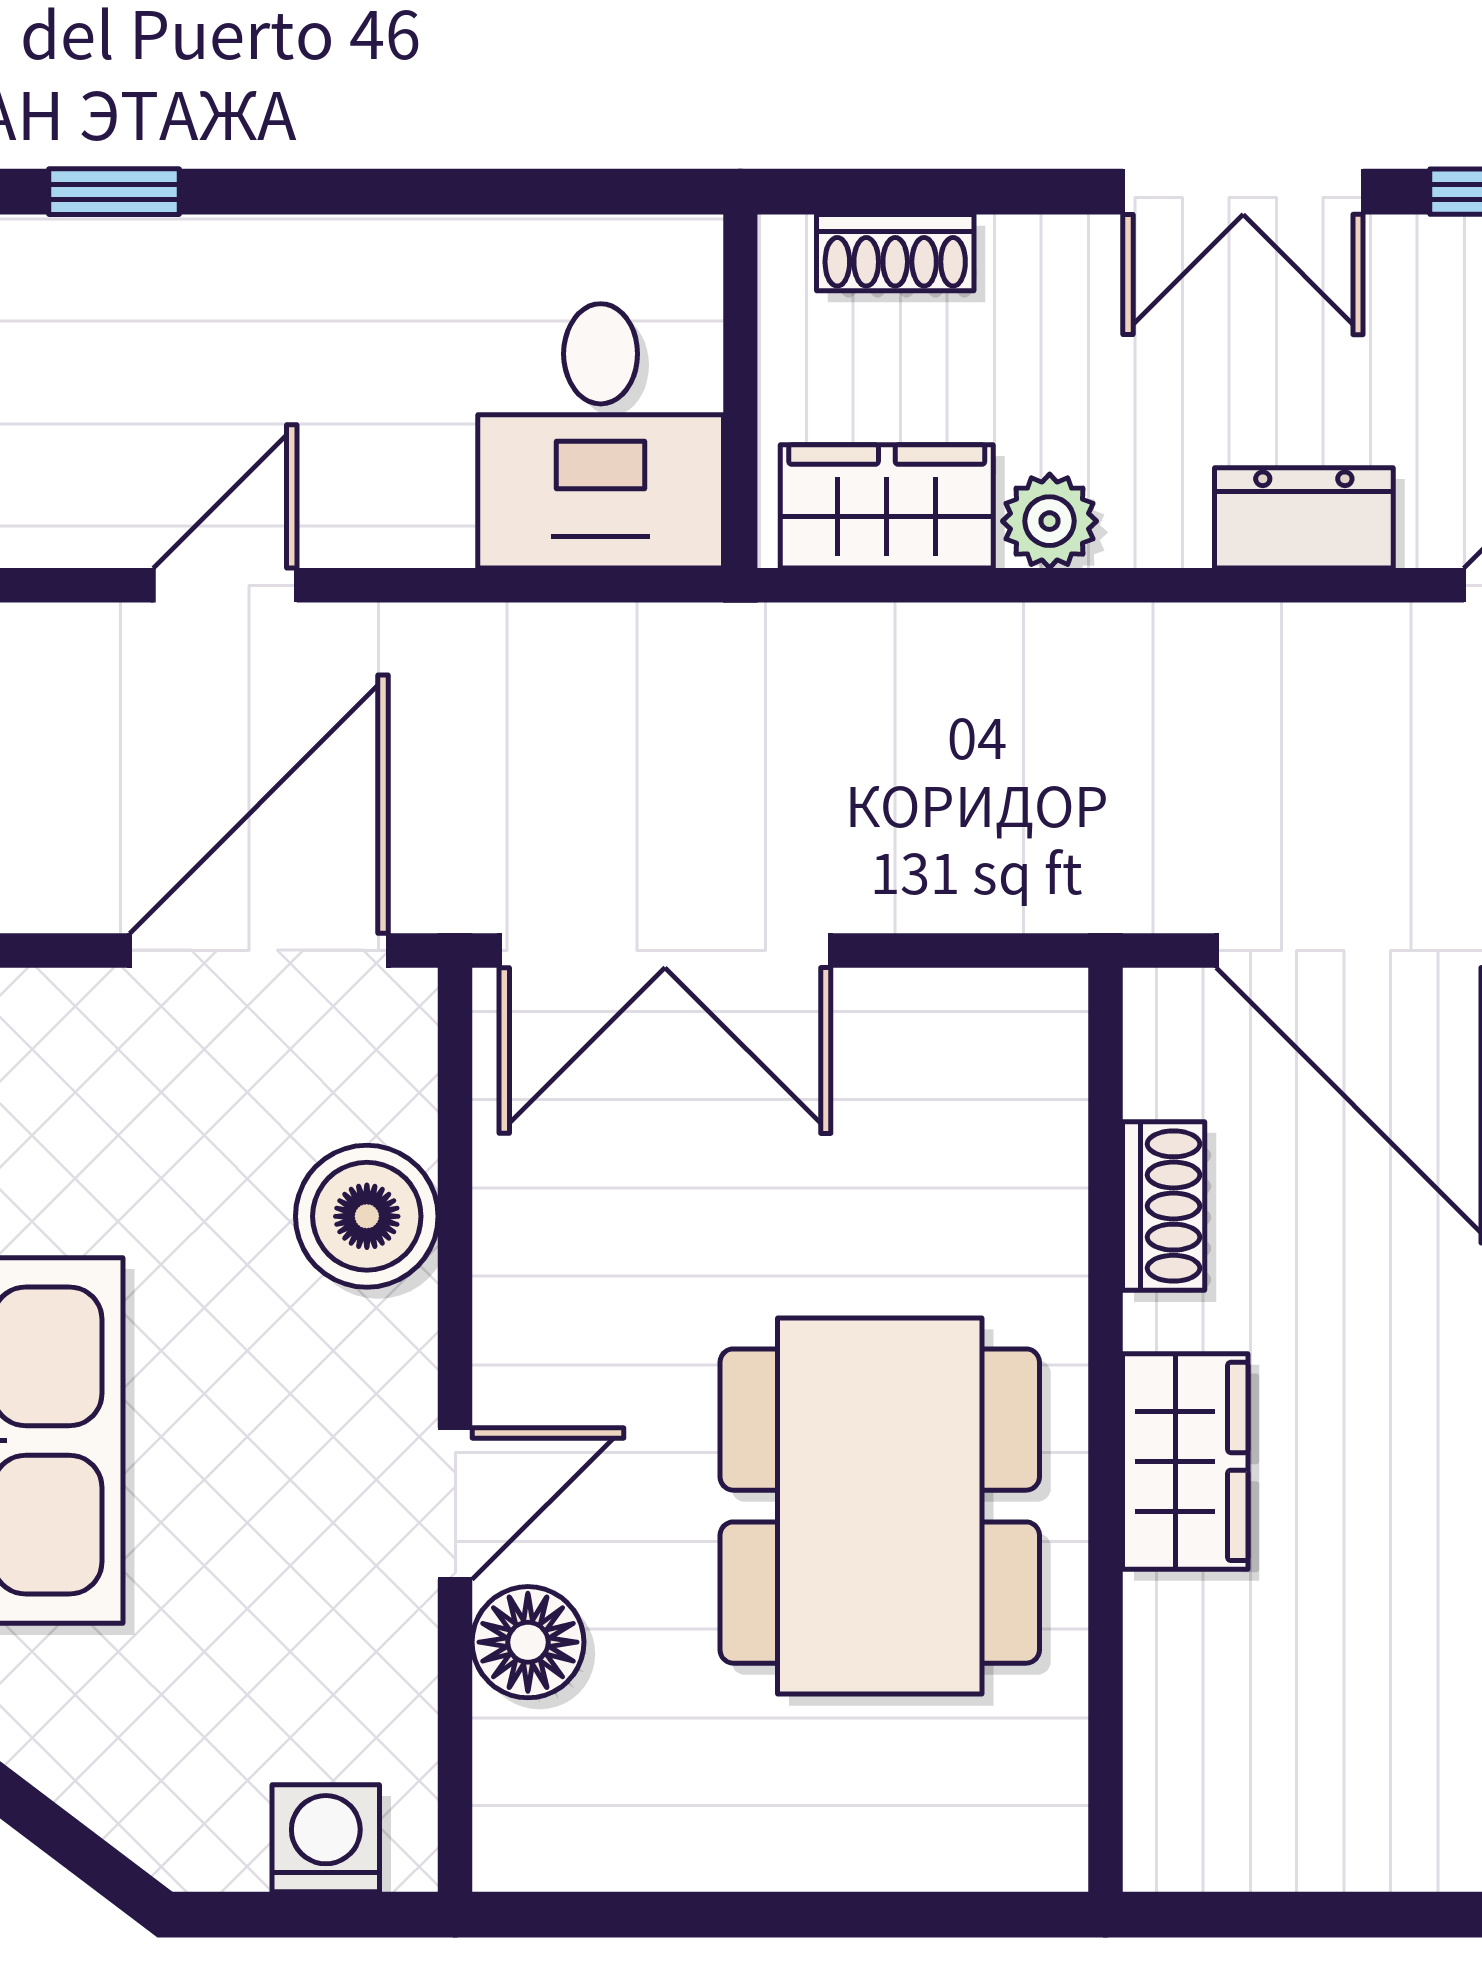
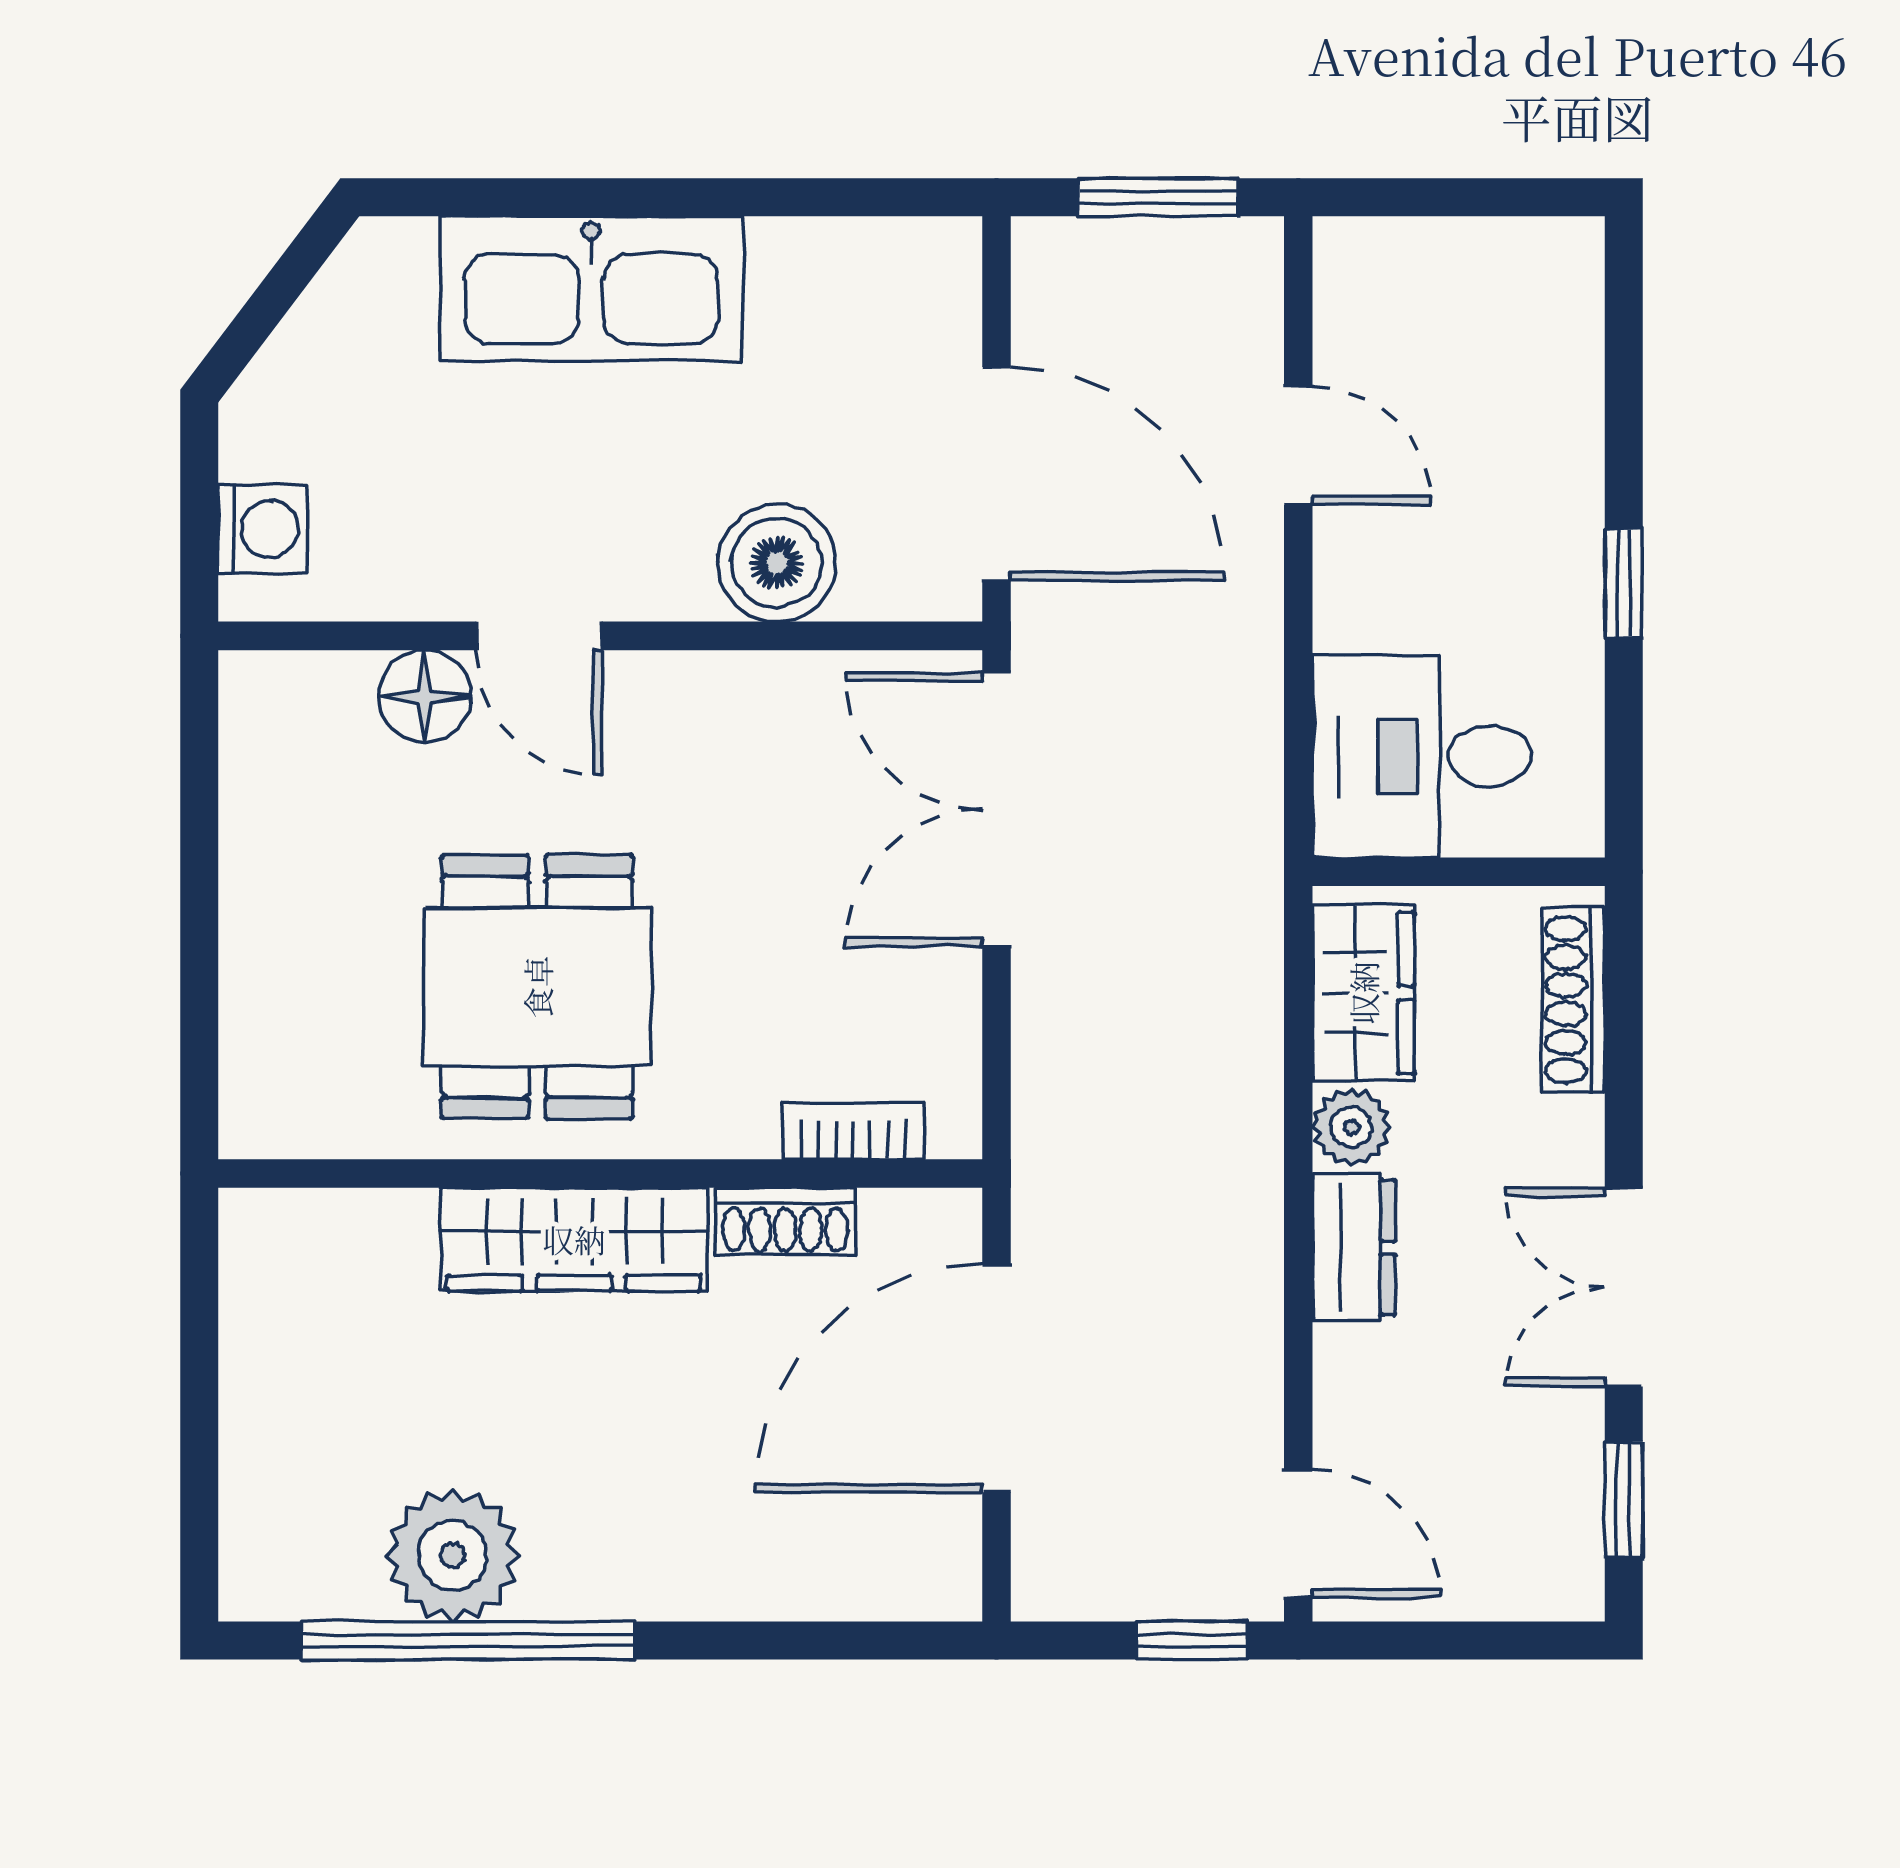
window: (114, 192) -> (1624, 584), moved
shoe rack: (895, 253) -> (1573, 1000), width x1.43
dresser: (1304, 518) -> (1354, 1248), moved
bookcase: (1054, 1124) -> (853, 1131), added
wardrobe: (1185, 1461) -> (574, 1239), width x1.50
dining table: (880, 1506) -> (537, 987), width x0.73

